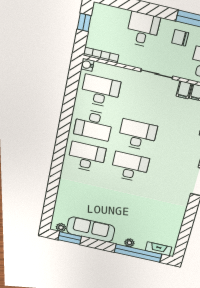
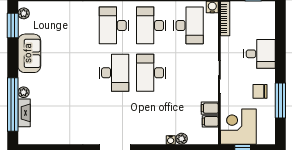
chair: (180, 38) -> (260, 91), turned -90
desk: (137, 135) -> (151, 73), turned 180
desk: (87, 157) -> (114, 25), turned 180
sofa: (91, 230) -> (29, 53), width x0.73
fireplace: (158, 249) -> (24, 113), moved

